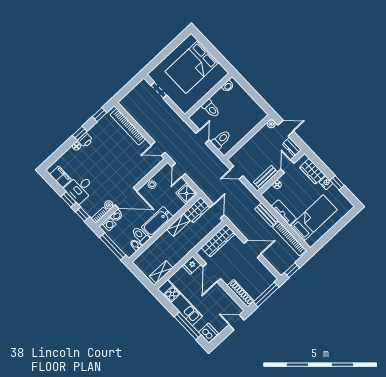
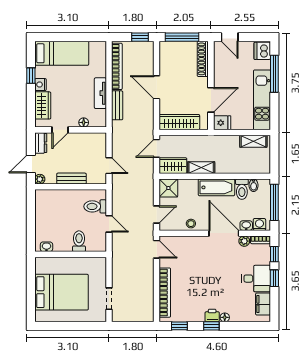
door: (286, 128) -> (31, 164), hinge flipped
door: (202, 137) -> (109, 224), swing flipped
bench: (266, 177) -> (71, 179), moved
bed: (314, 218) -> (62, 53), moved, turned 180

